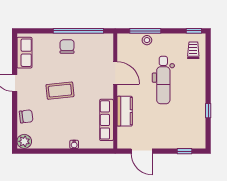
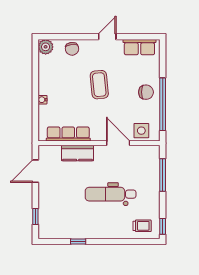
stool: (147, 40) -> (153, 177), removed
side table: (103, 51) -> (141, 131), added
door: (115, 73) -> (118, 143), swing flipped

